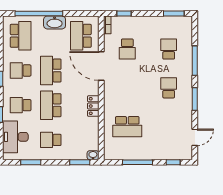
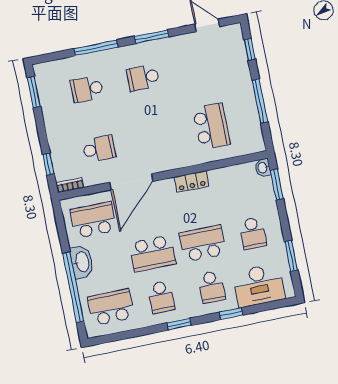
school desk: (81, 36) -> (93, 220), turned 180
school desk: (51, 105) -> (203, 243), turned 180

